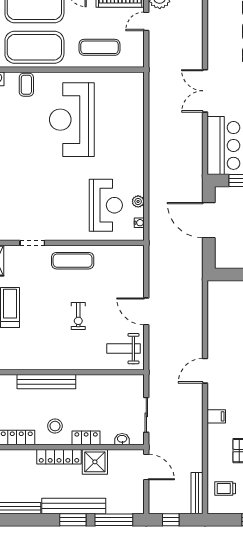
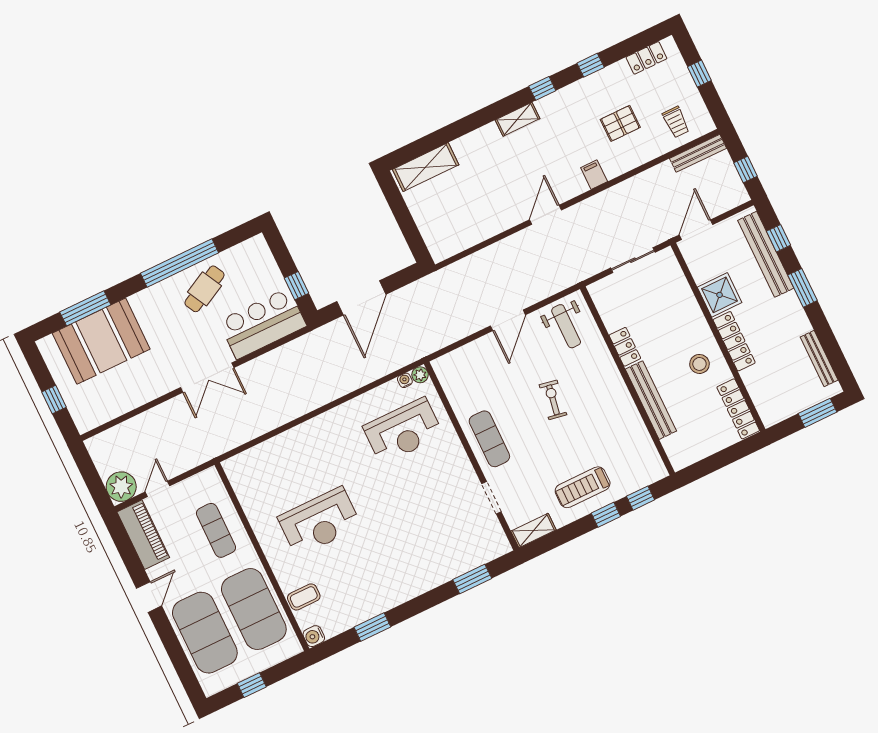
door: (146, 21) -> (157, 489), swing flipped
reception desk: (72, 120) -> (319, 522), width x0.74, depth x0.77
plant: (138, 201) -> (420, 375), moved
reception desk: (106, 205) -> (403, 431), turned 180
exercise bike: (78, 316) -> (553, 400), turned -80
door: (205, 371) -> (545, 215), swing flipped
locker: (86, 438) -> (625, 347), moved, turned 180
washbasin: (122, 439) -> (676, 275), removed
bench: (74, 506) -> (766, 254), moved
window: (114, 520) -> (779, 238), width x0.46

